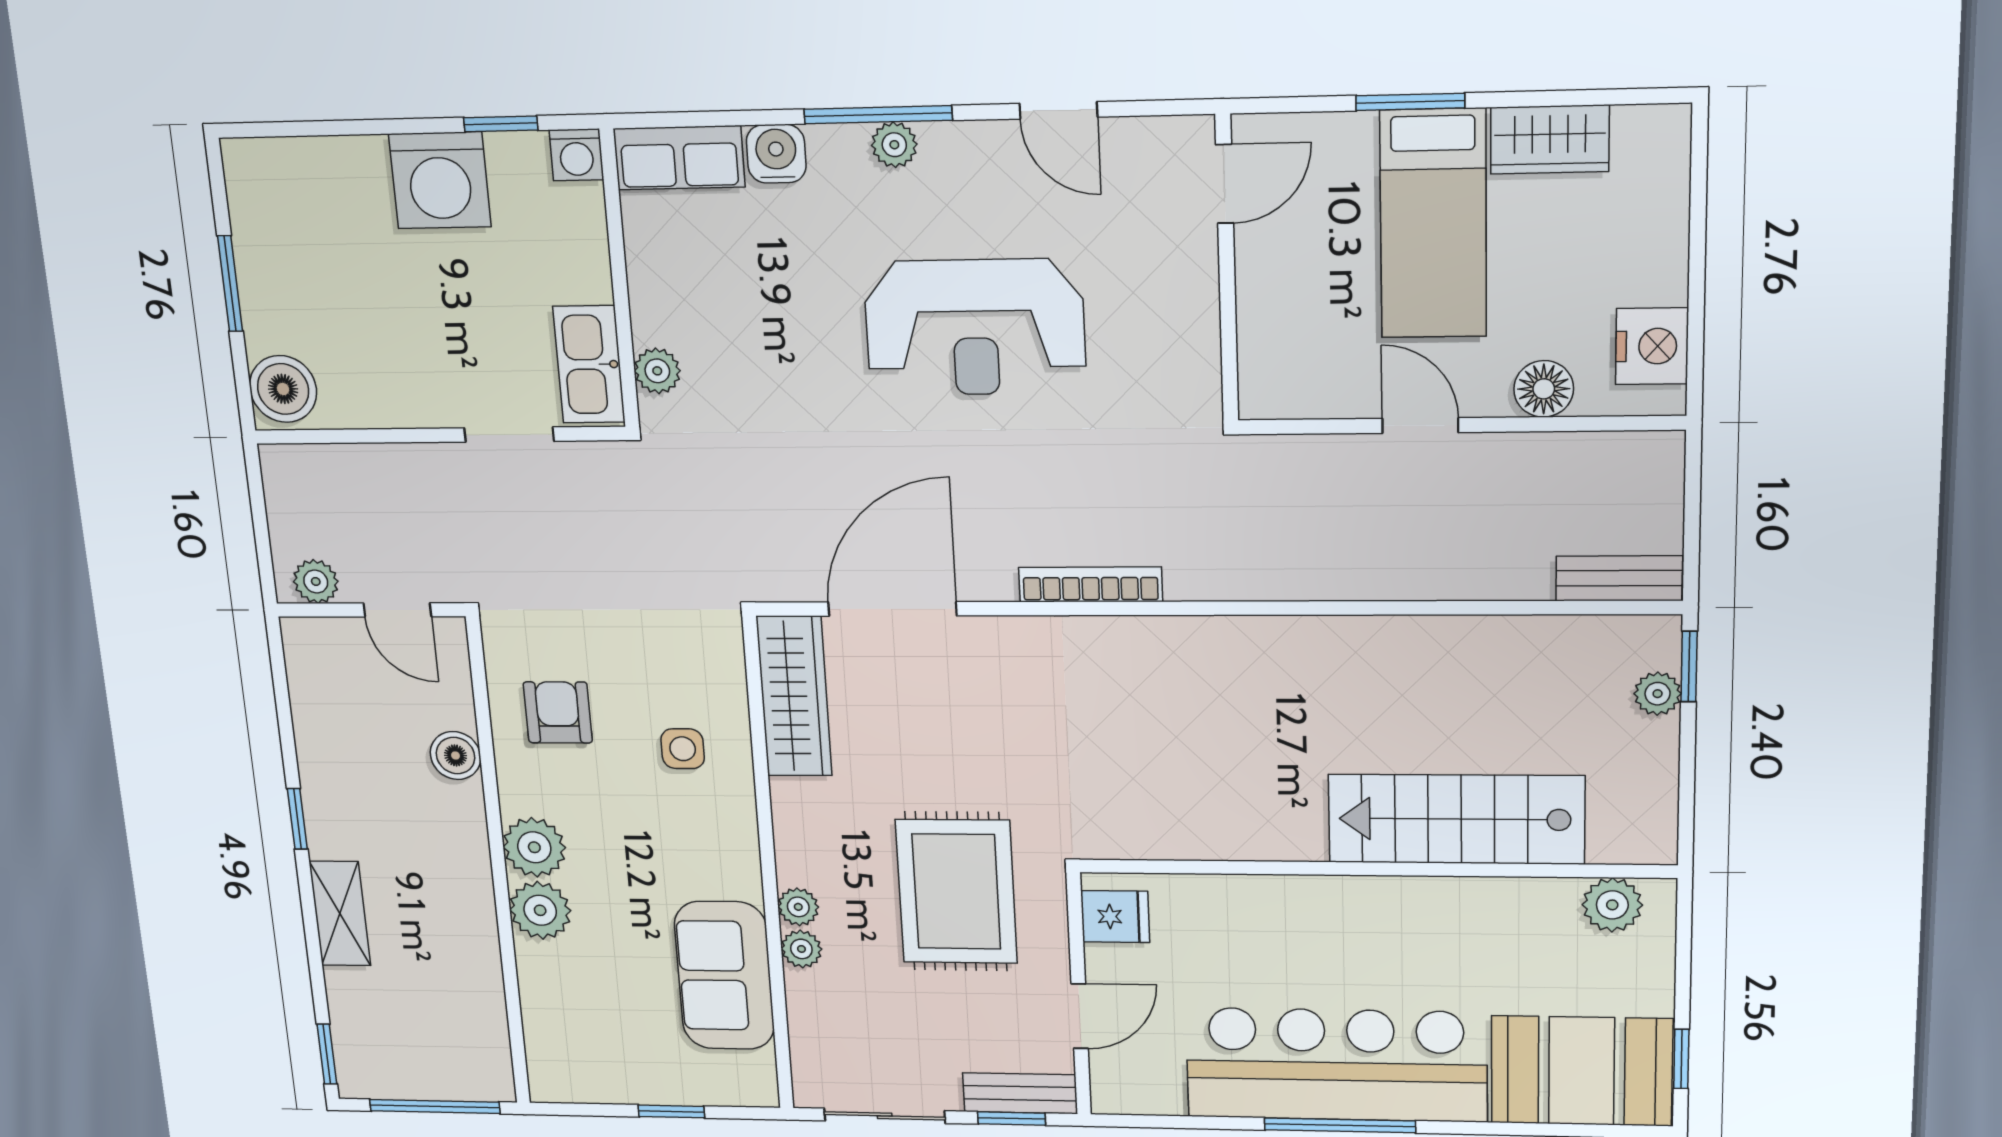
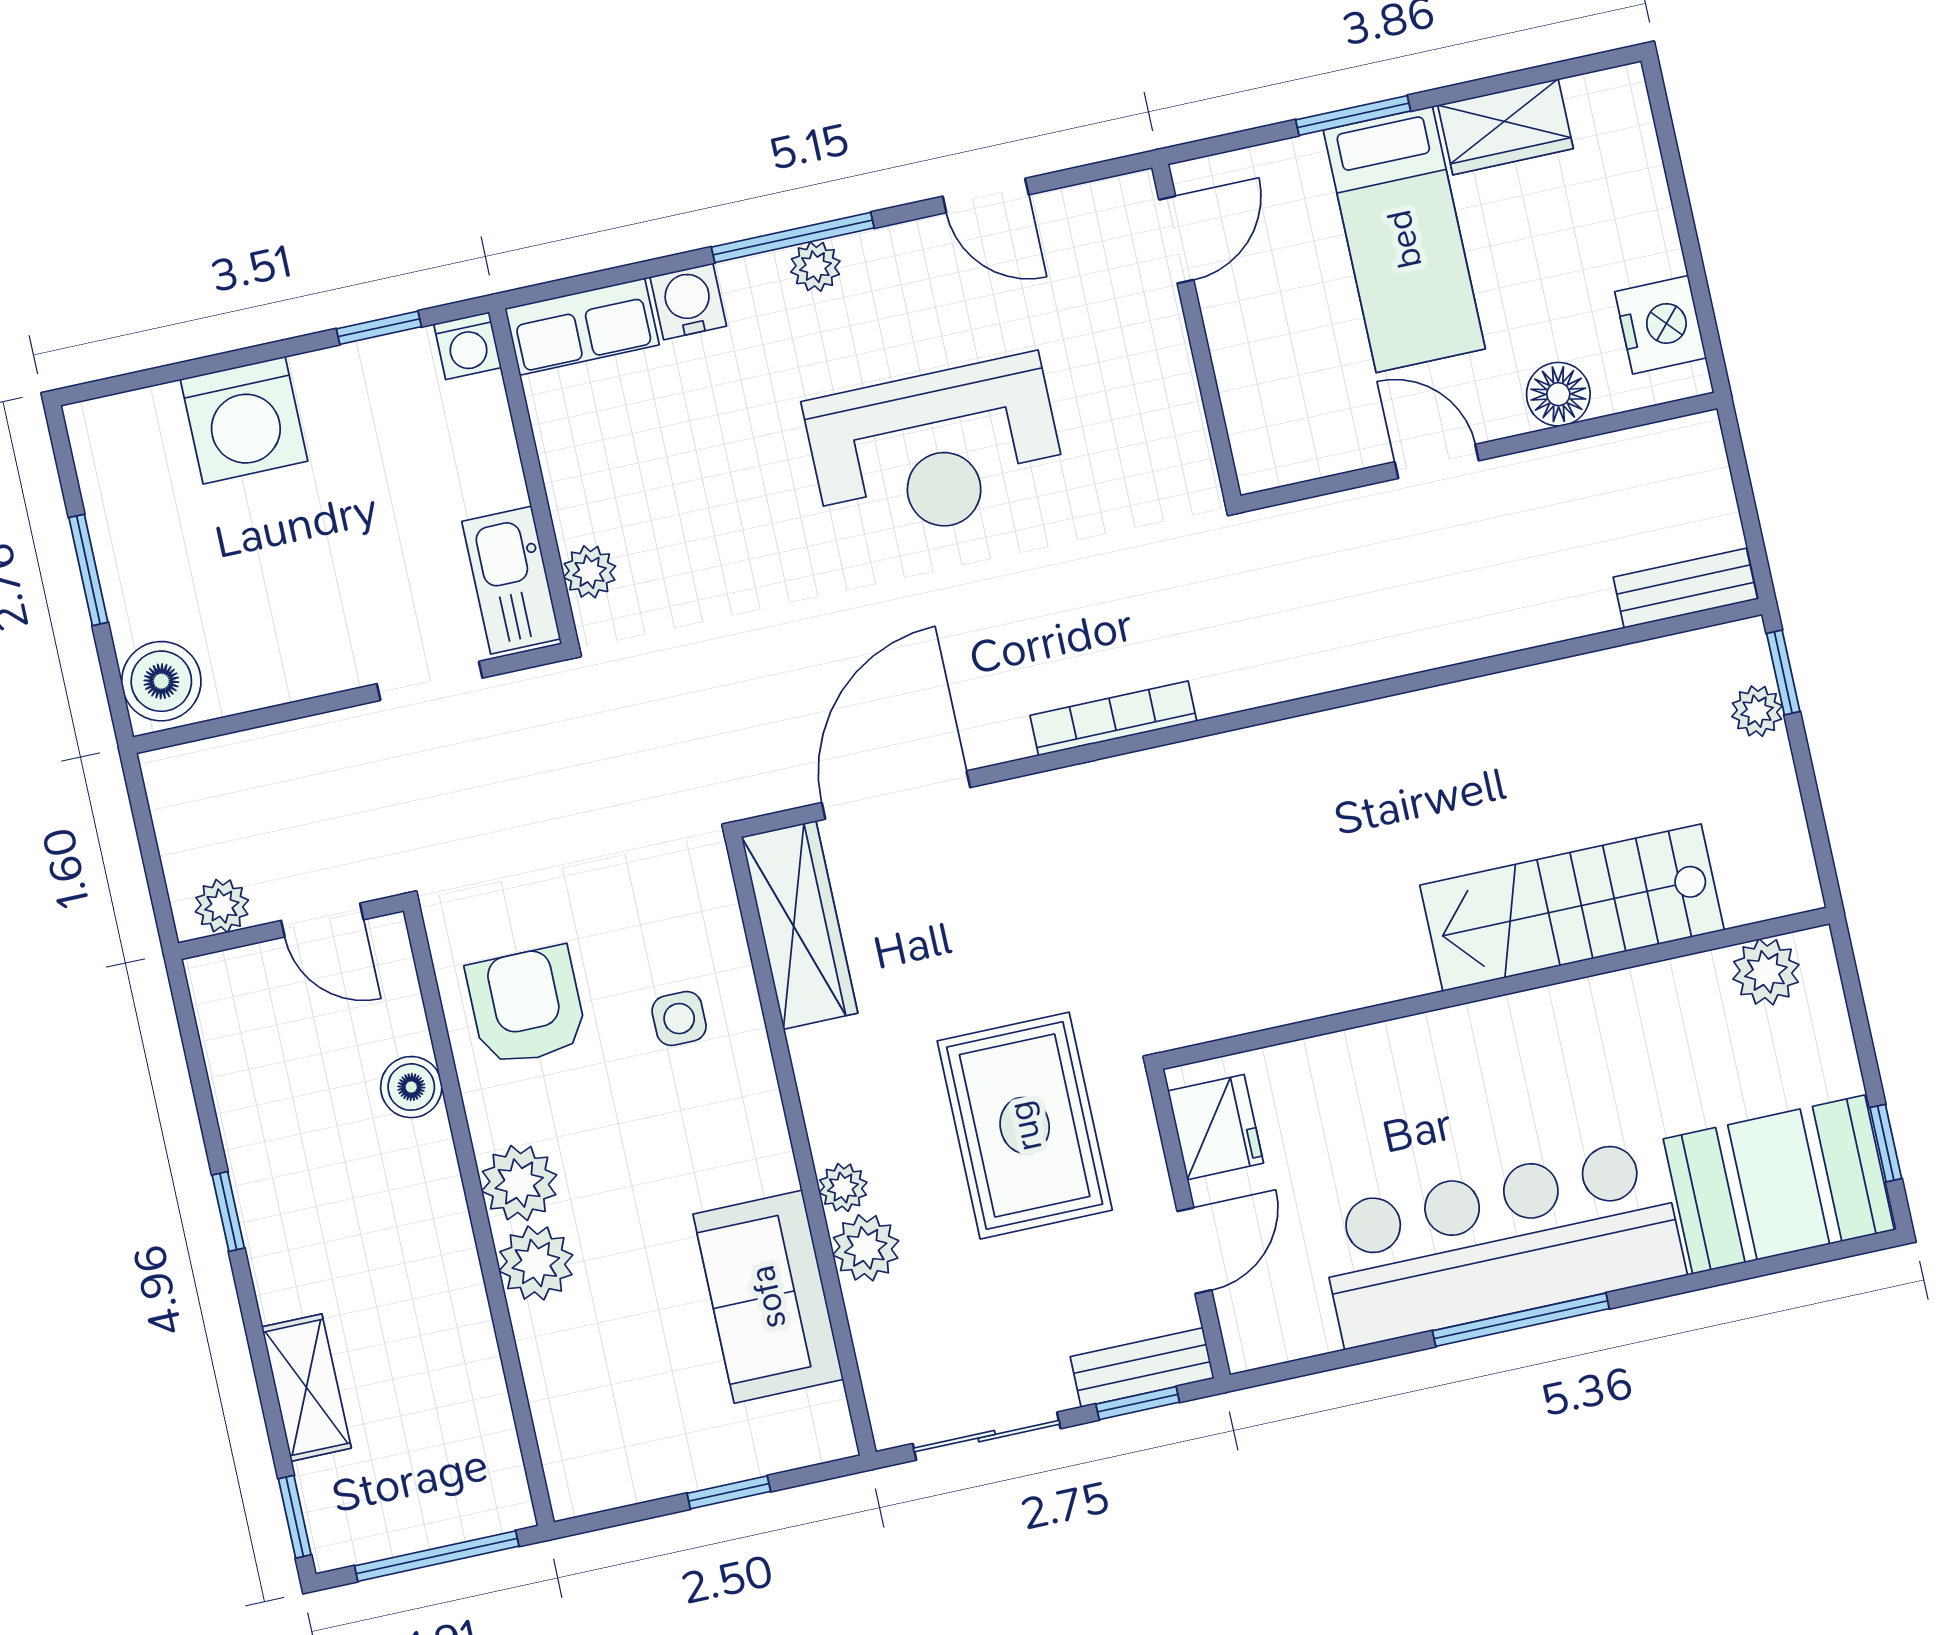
washing machine: (440, 180) -> (244, 420), moved
armchair: (558, 712) -> (527, 1006), width x1.38, depth x1.38
shelving: (340, 914) -> (306, 1388), moved
fridge: (1115, 917) -> (1216, 1127), width x1.38
plant: (801, 949) -> (866, 1248), width x1.38, depth x1.38

